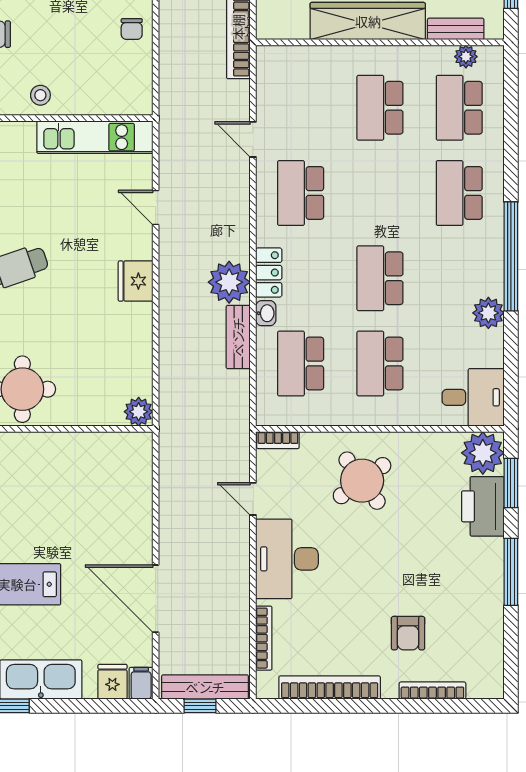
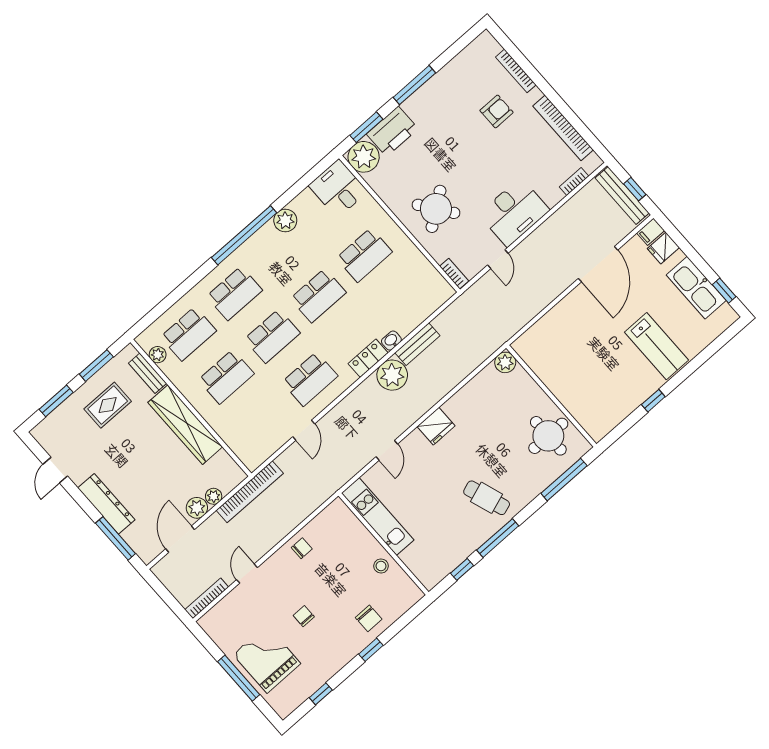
school desk: (301, 364) -> (272, 336), moved
bookcase: (264, 638) -> (574, 181), width x0.64

